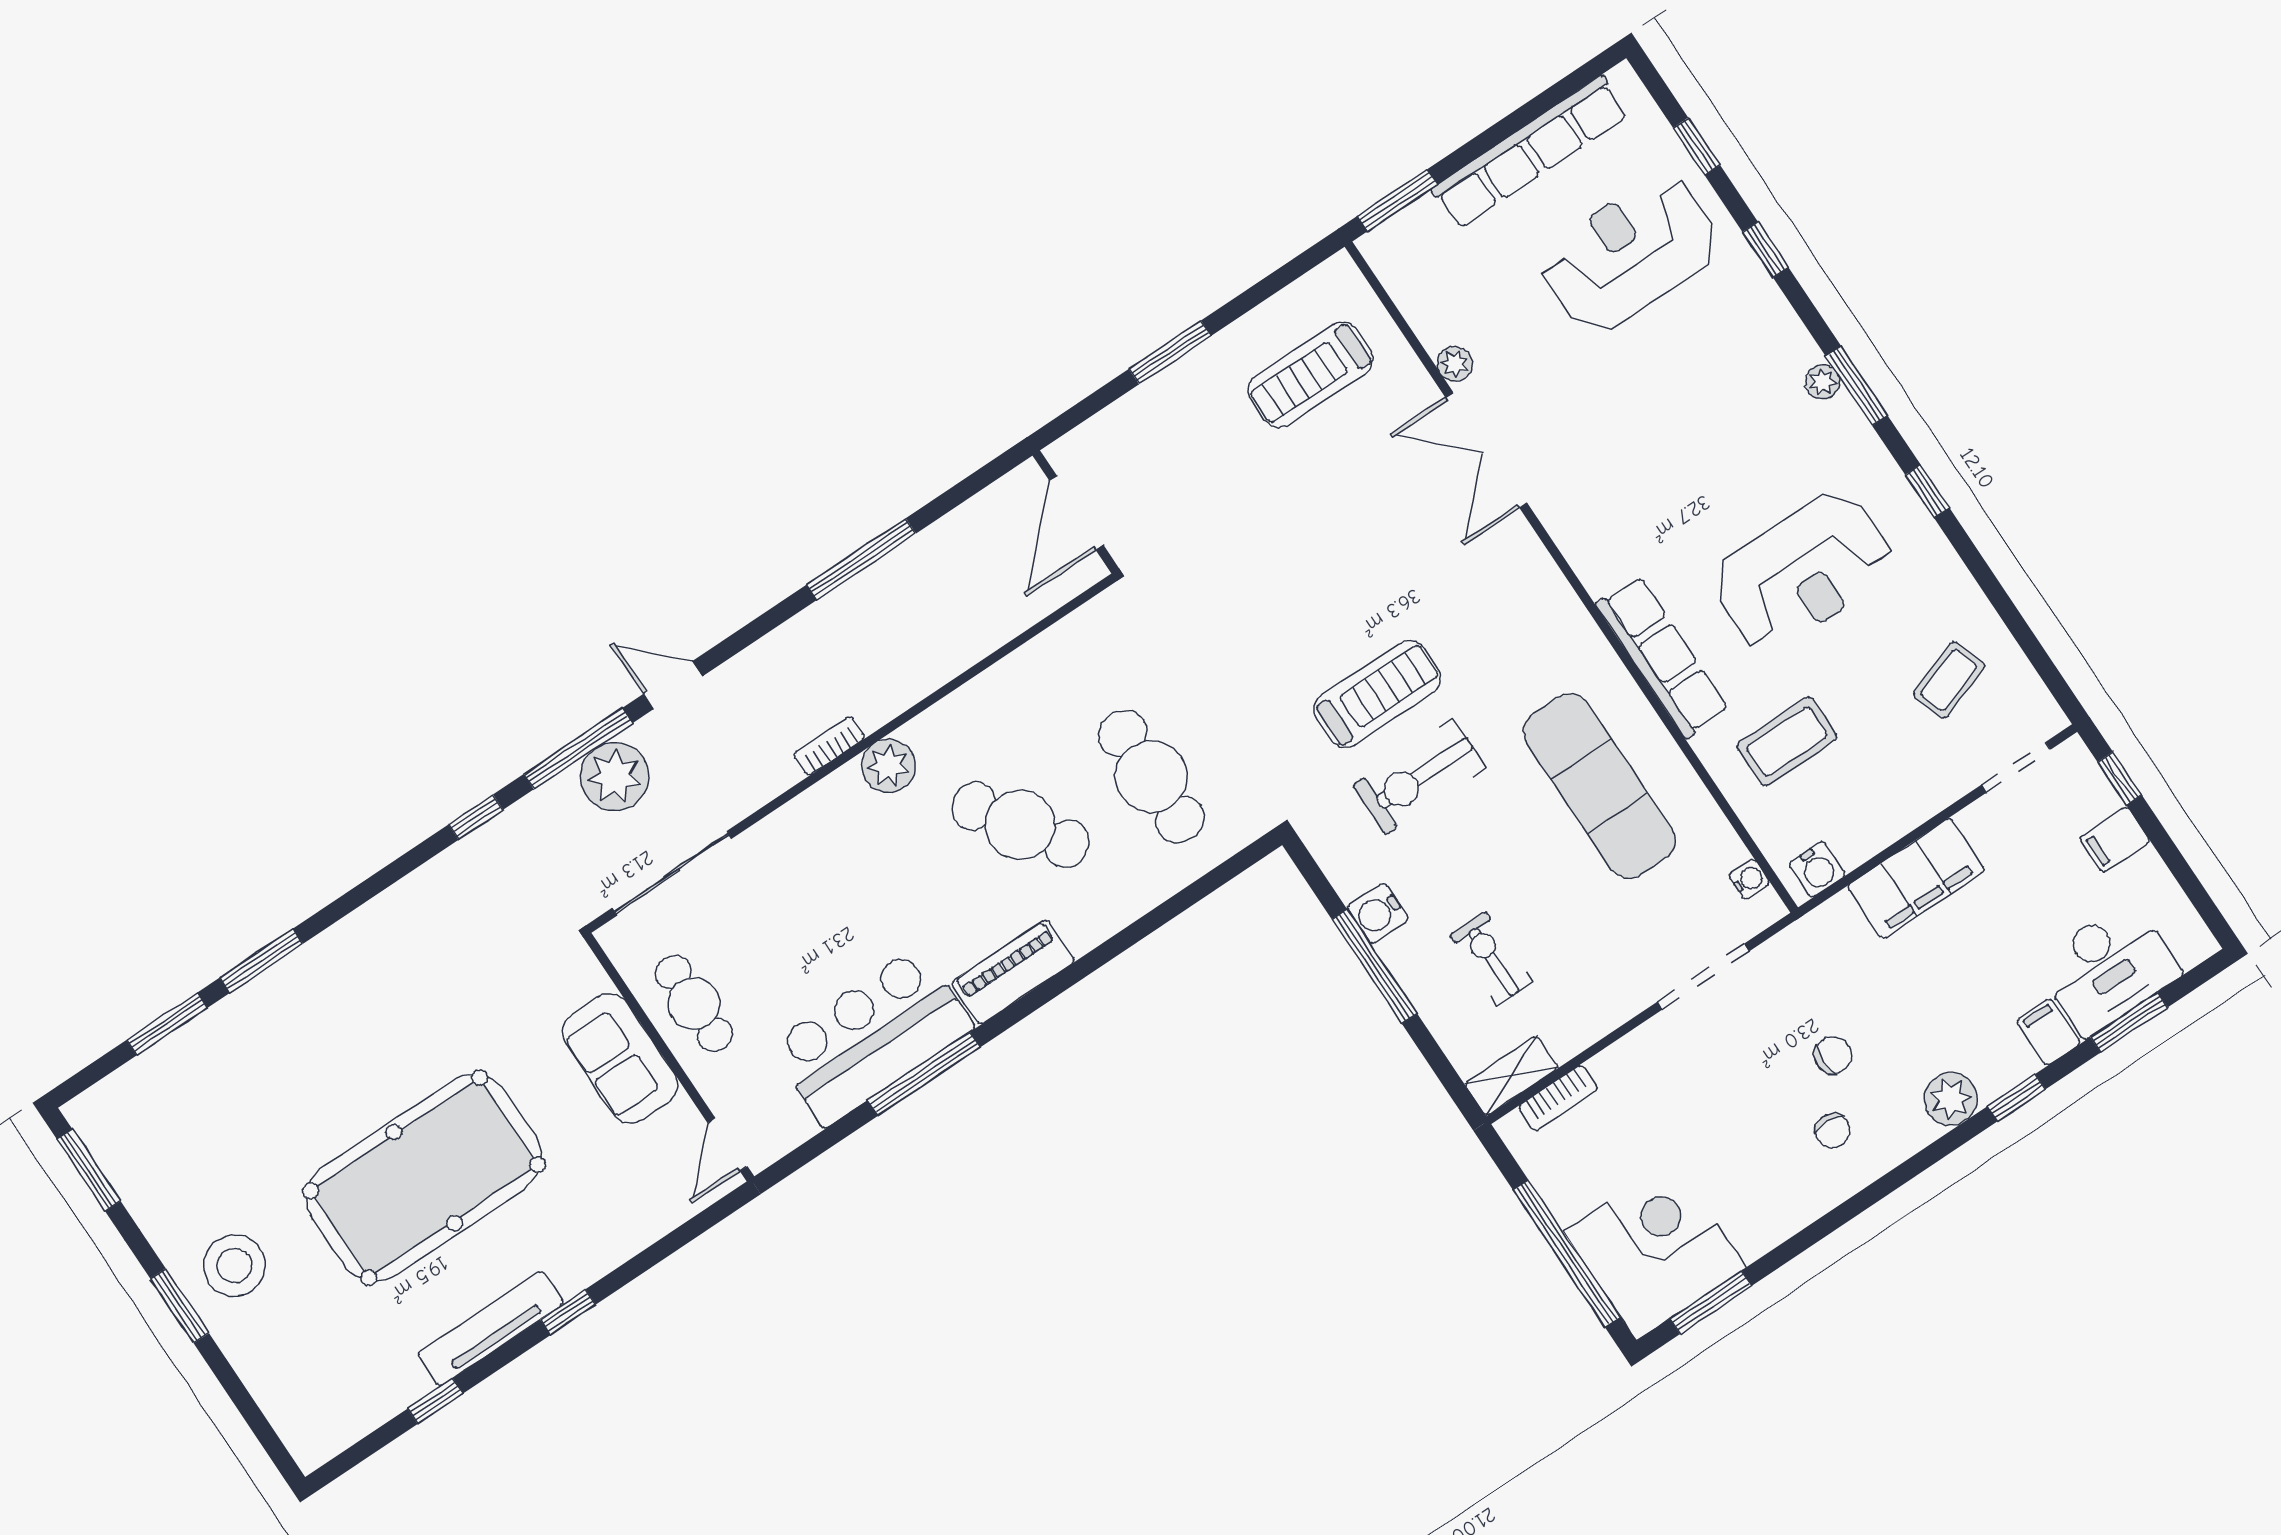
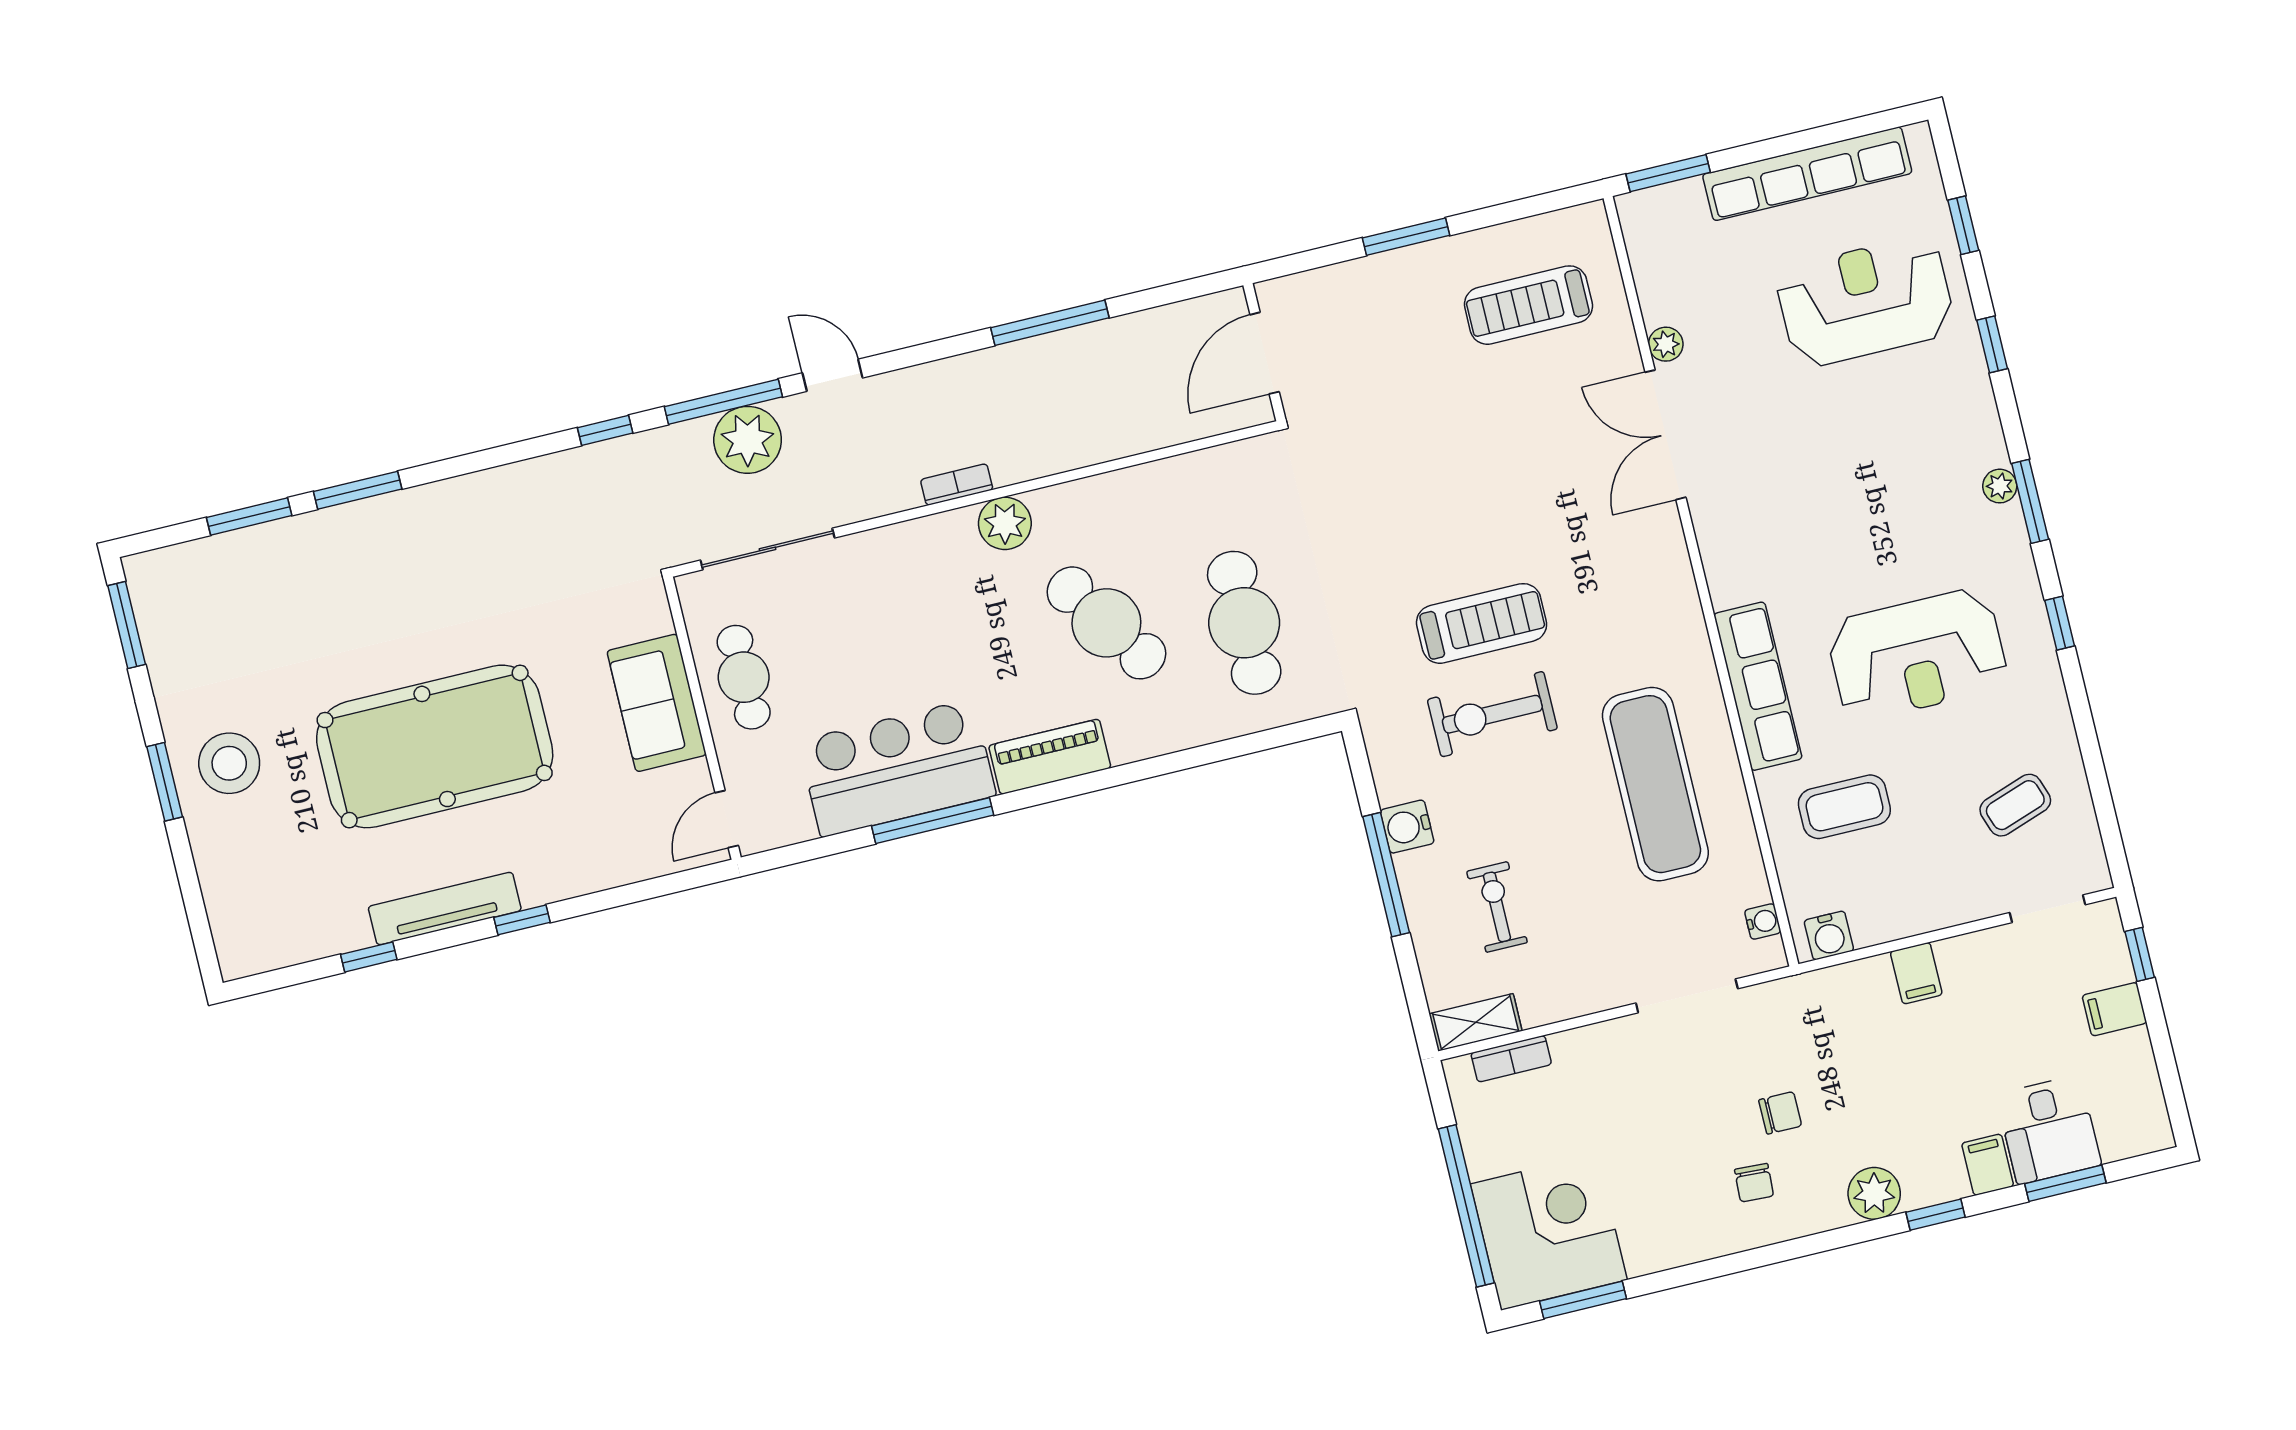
filing cabinet: (1916, 878) -> (1916, 973), width x0.33, depth x0.86
desk: (2108, 968) -> (2049, 1130), width x0.73

